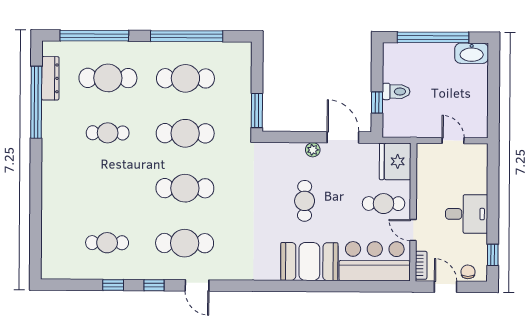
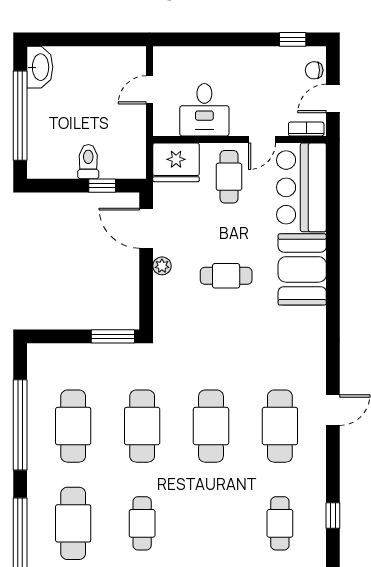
door: (343, 137) -> (146, 228), hinge flipped
desk: (467, 214) -> (204, 110), moved, turned 180
window: (154, 285) -> (333, 464), removed

